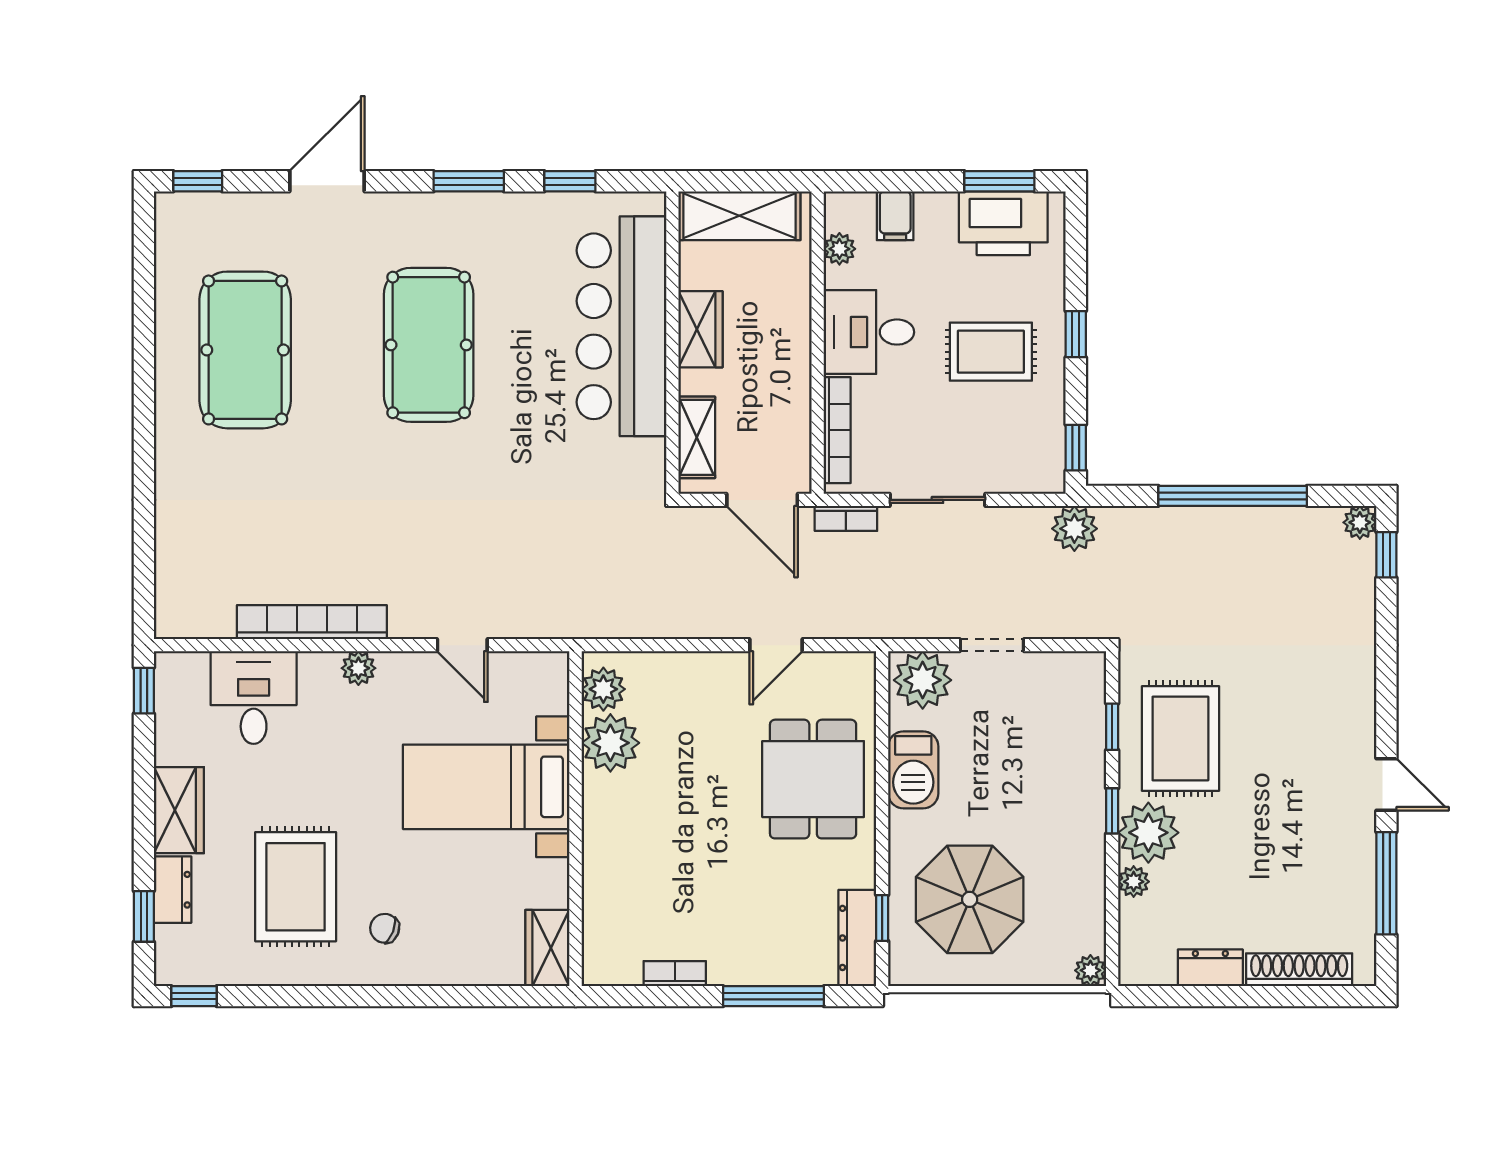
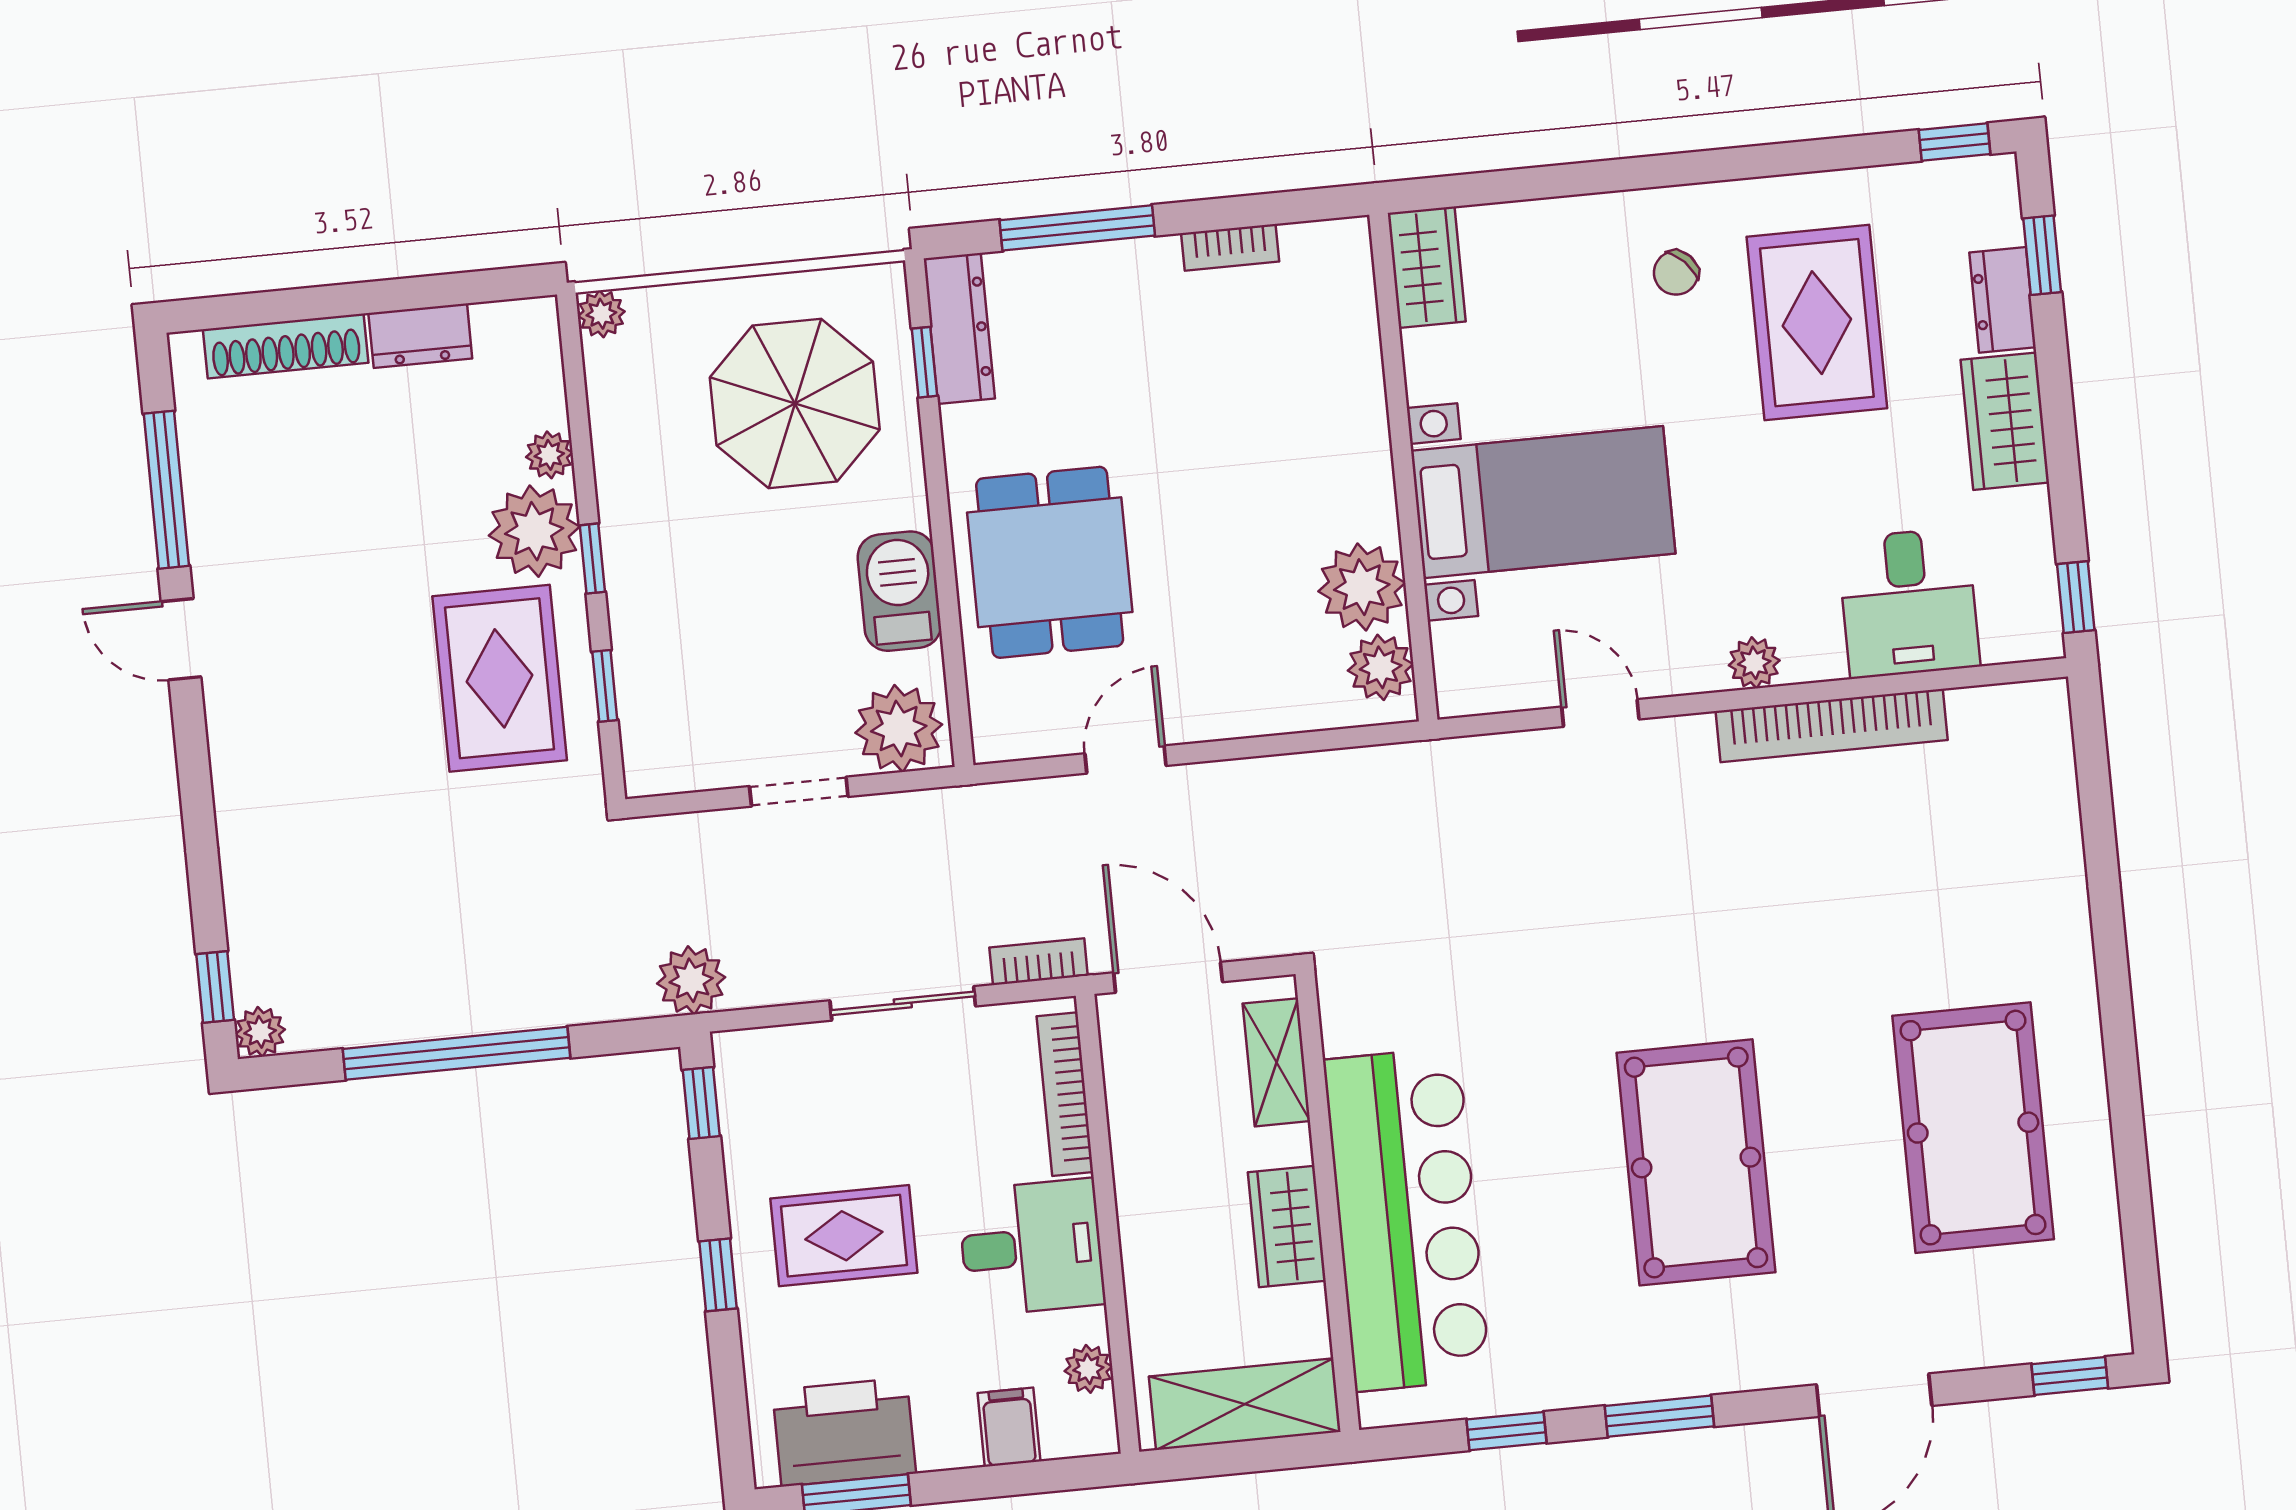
chair: (385, 928) -> (1676, 273), turned 115

